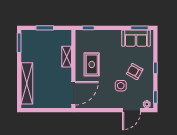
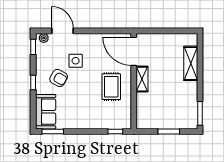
sofa: (136, 38) -> (46, 112), moved, turned 90
shelving: (67, 57) -> (142, 79), moved
shelving: (27, 83) -> (191, 63), width x0.68
door: (73, 93) -> (134, 51), hinge flipped
door: (131, 110) -> (62, 31), hinge flipped

